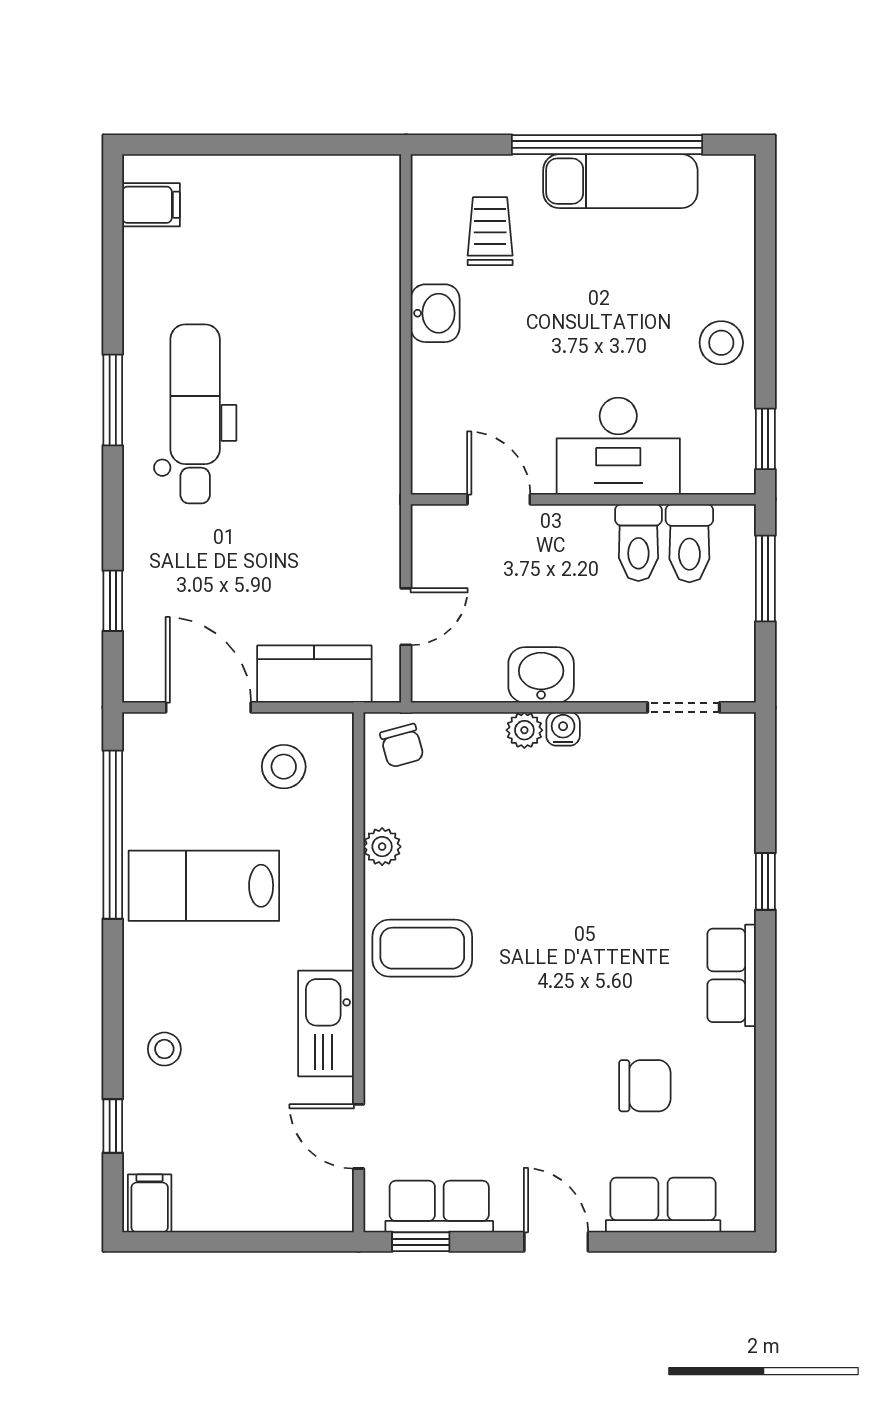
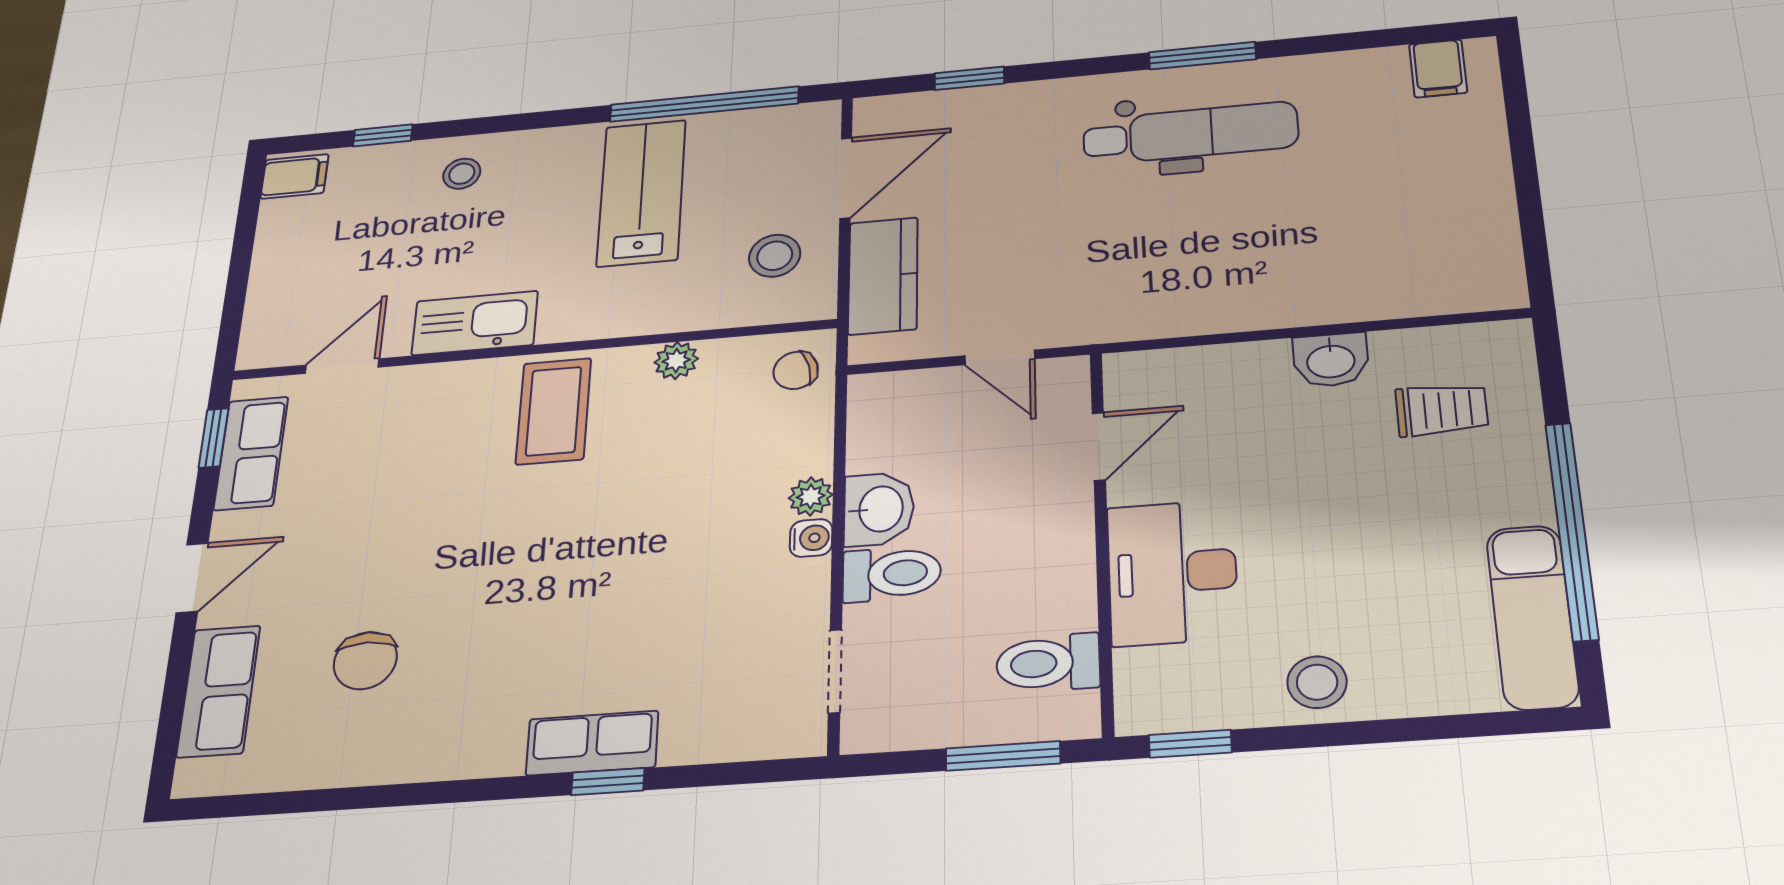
exam couch: (620, 181) -> (1532, 617), moved
toilet: (638, 543) -> (892, 574), moved, turned 180
door: (406, 617) -> (1000, 357), moved
row of seats: (732, 975) -> (592, 743), moved

